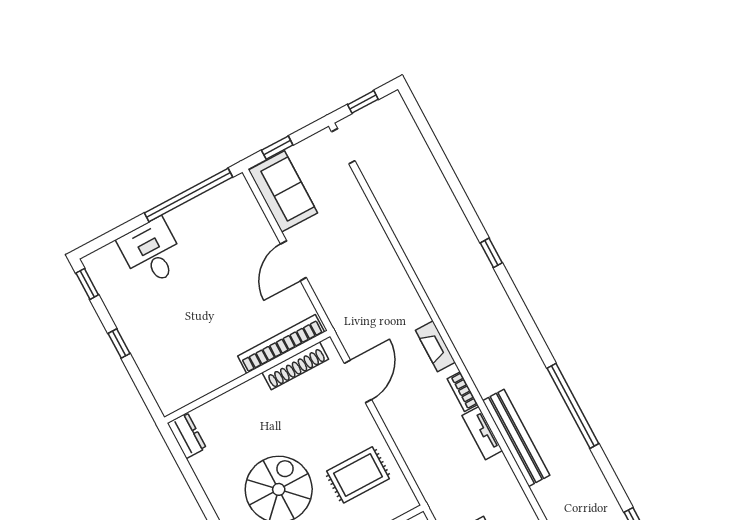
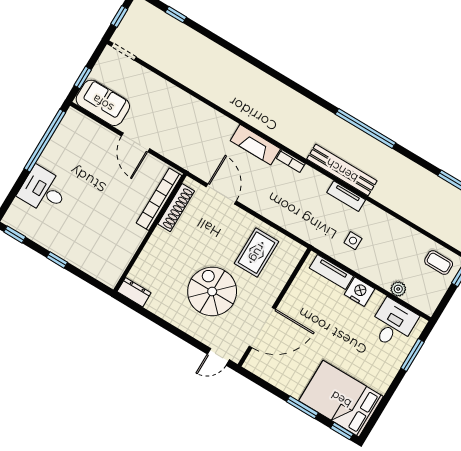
window: (491, 253) -> (176, 15), moved
fireplace: (435, 346) -> (255, 145), width x1.37, depth x1.32
tv unit: (482, 433) -> (346, 196), moved

